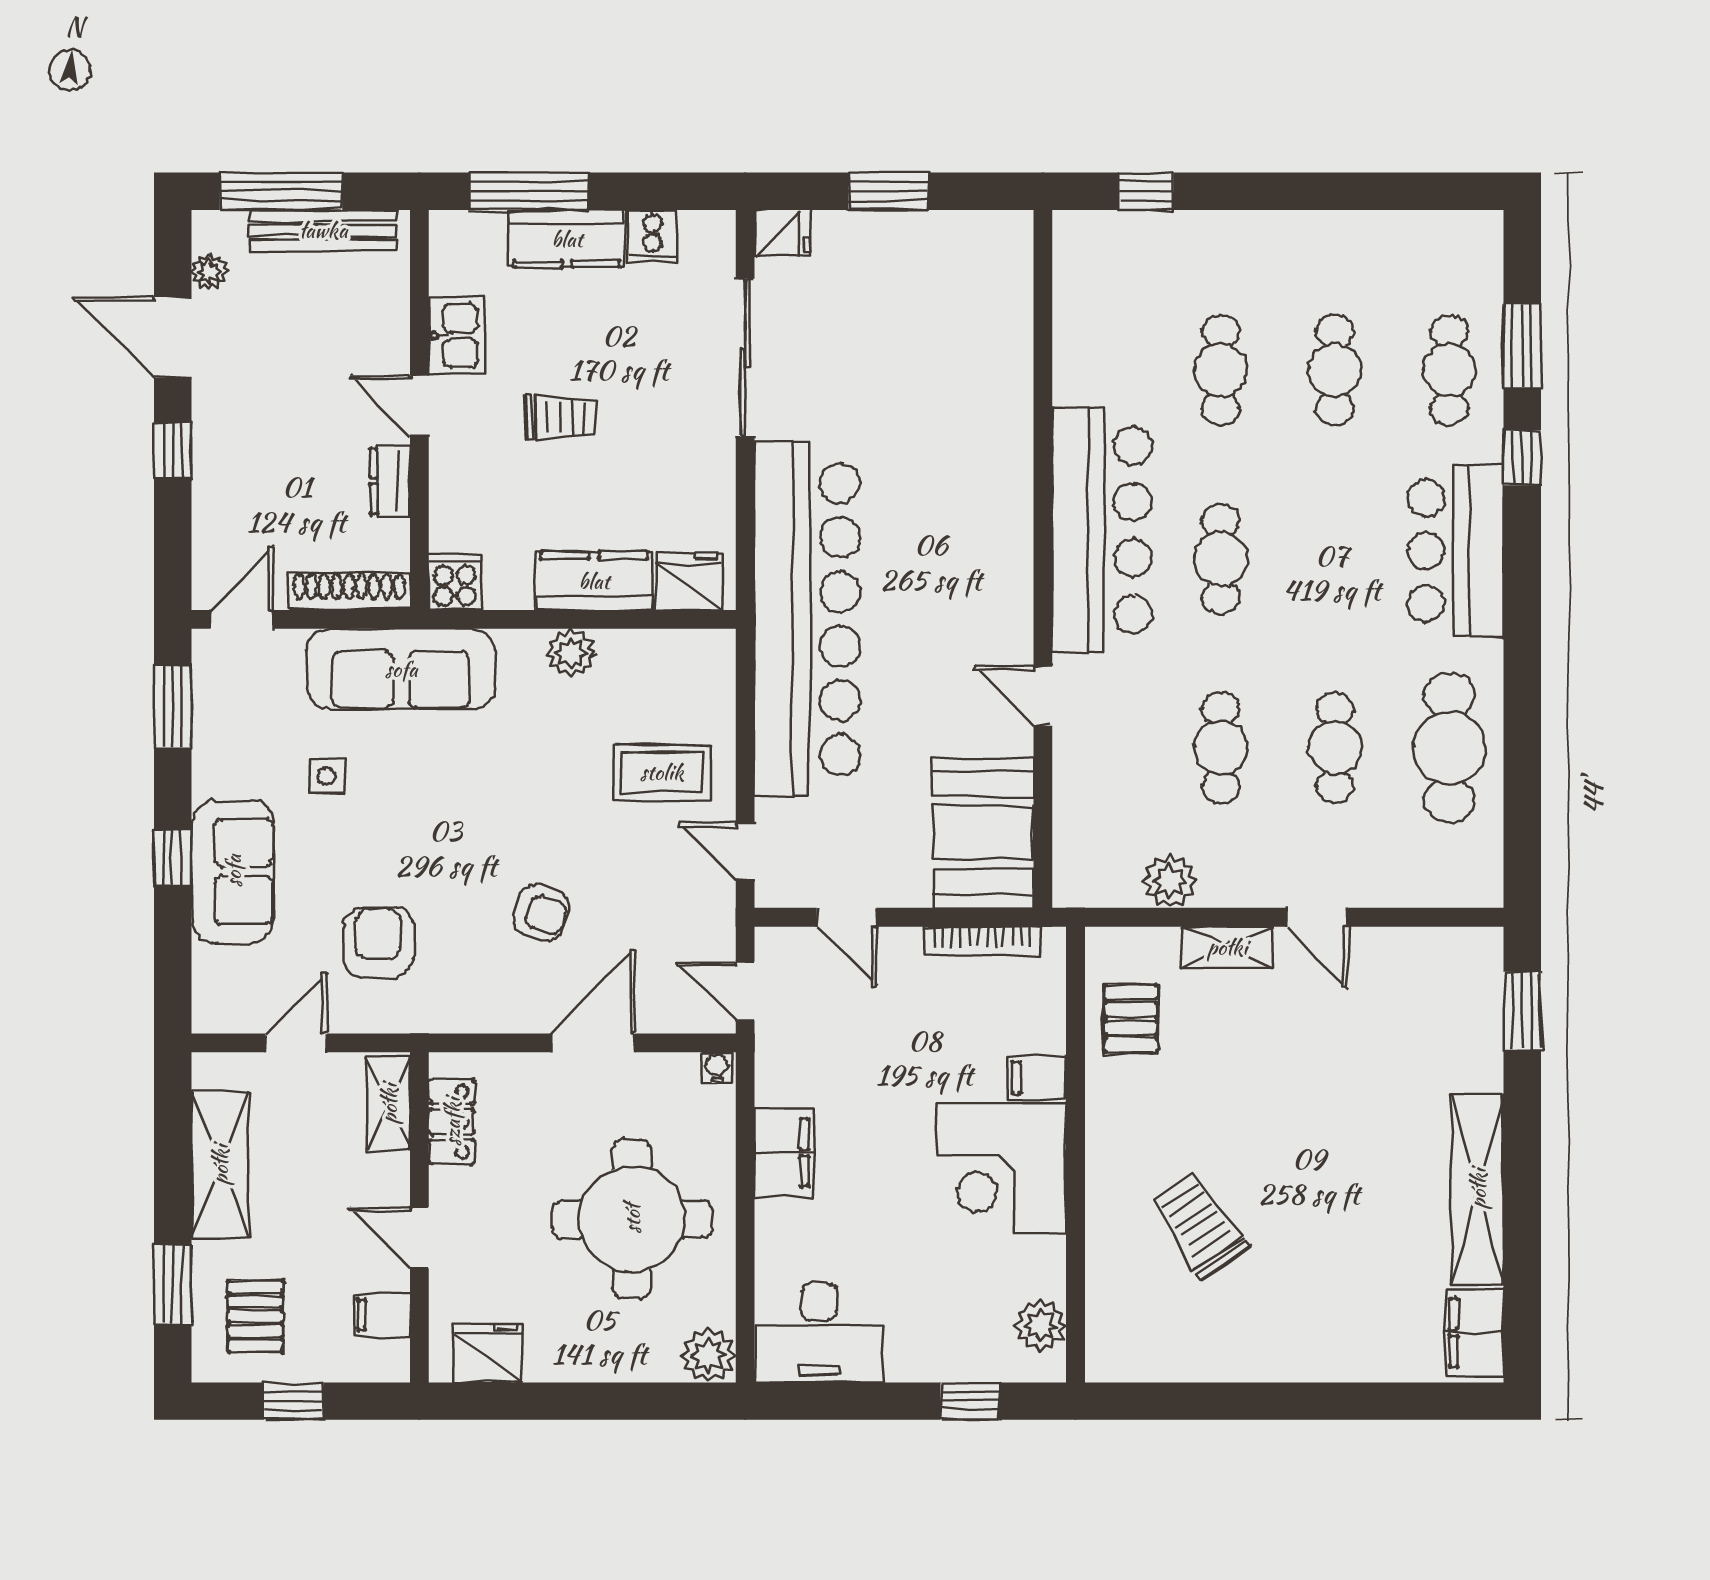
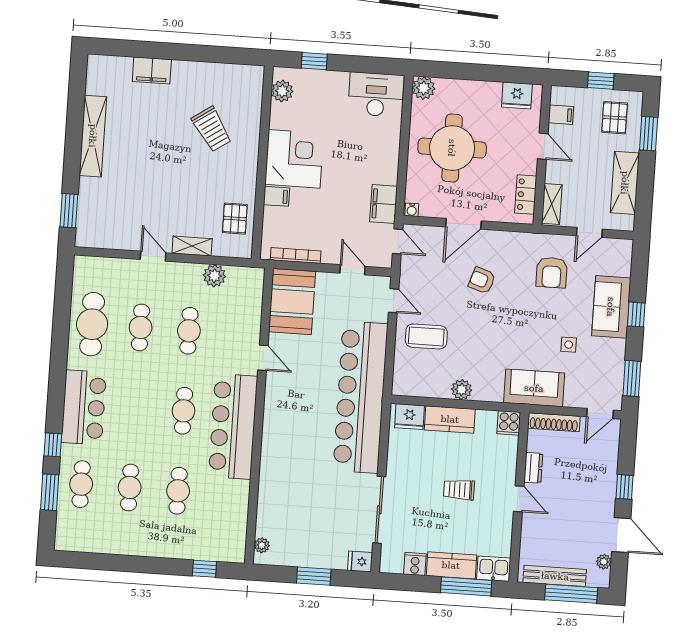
plant: (1015, 256) -> (262, 545), added
kitchen sink: (456, 336) -> (494, 569), moved, turned 90
sofa: (401, 669) -> (534, 388), width x0.73
filing cabinet: (784, 1153) -> (384, 204), moved
filing cabinet: (1474, 1332) -> (152, 70), moved, turned 90

